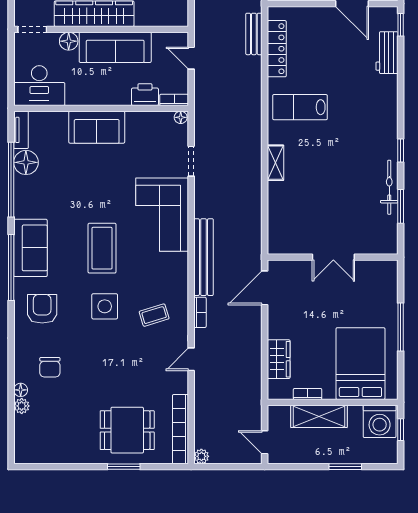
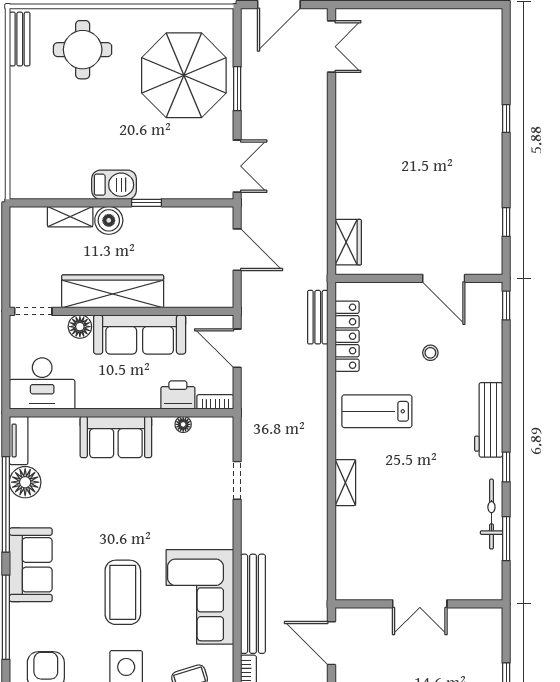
workbench: (387, 53) -> (489, 420), moved, width x1.38
door: (191, 58) -> (237, 348), width x1.37
stool: (342, 62) -> (430, 353), added
floor lamp: (181, 117) -> (183, 424), moved
corner sofa: (162, 215) -> (200, 597), moved
sofa: (30, 248) -> (31, 565), moved
door: (265, 288) -> (332, 643), hinge flipped

